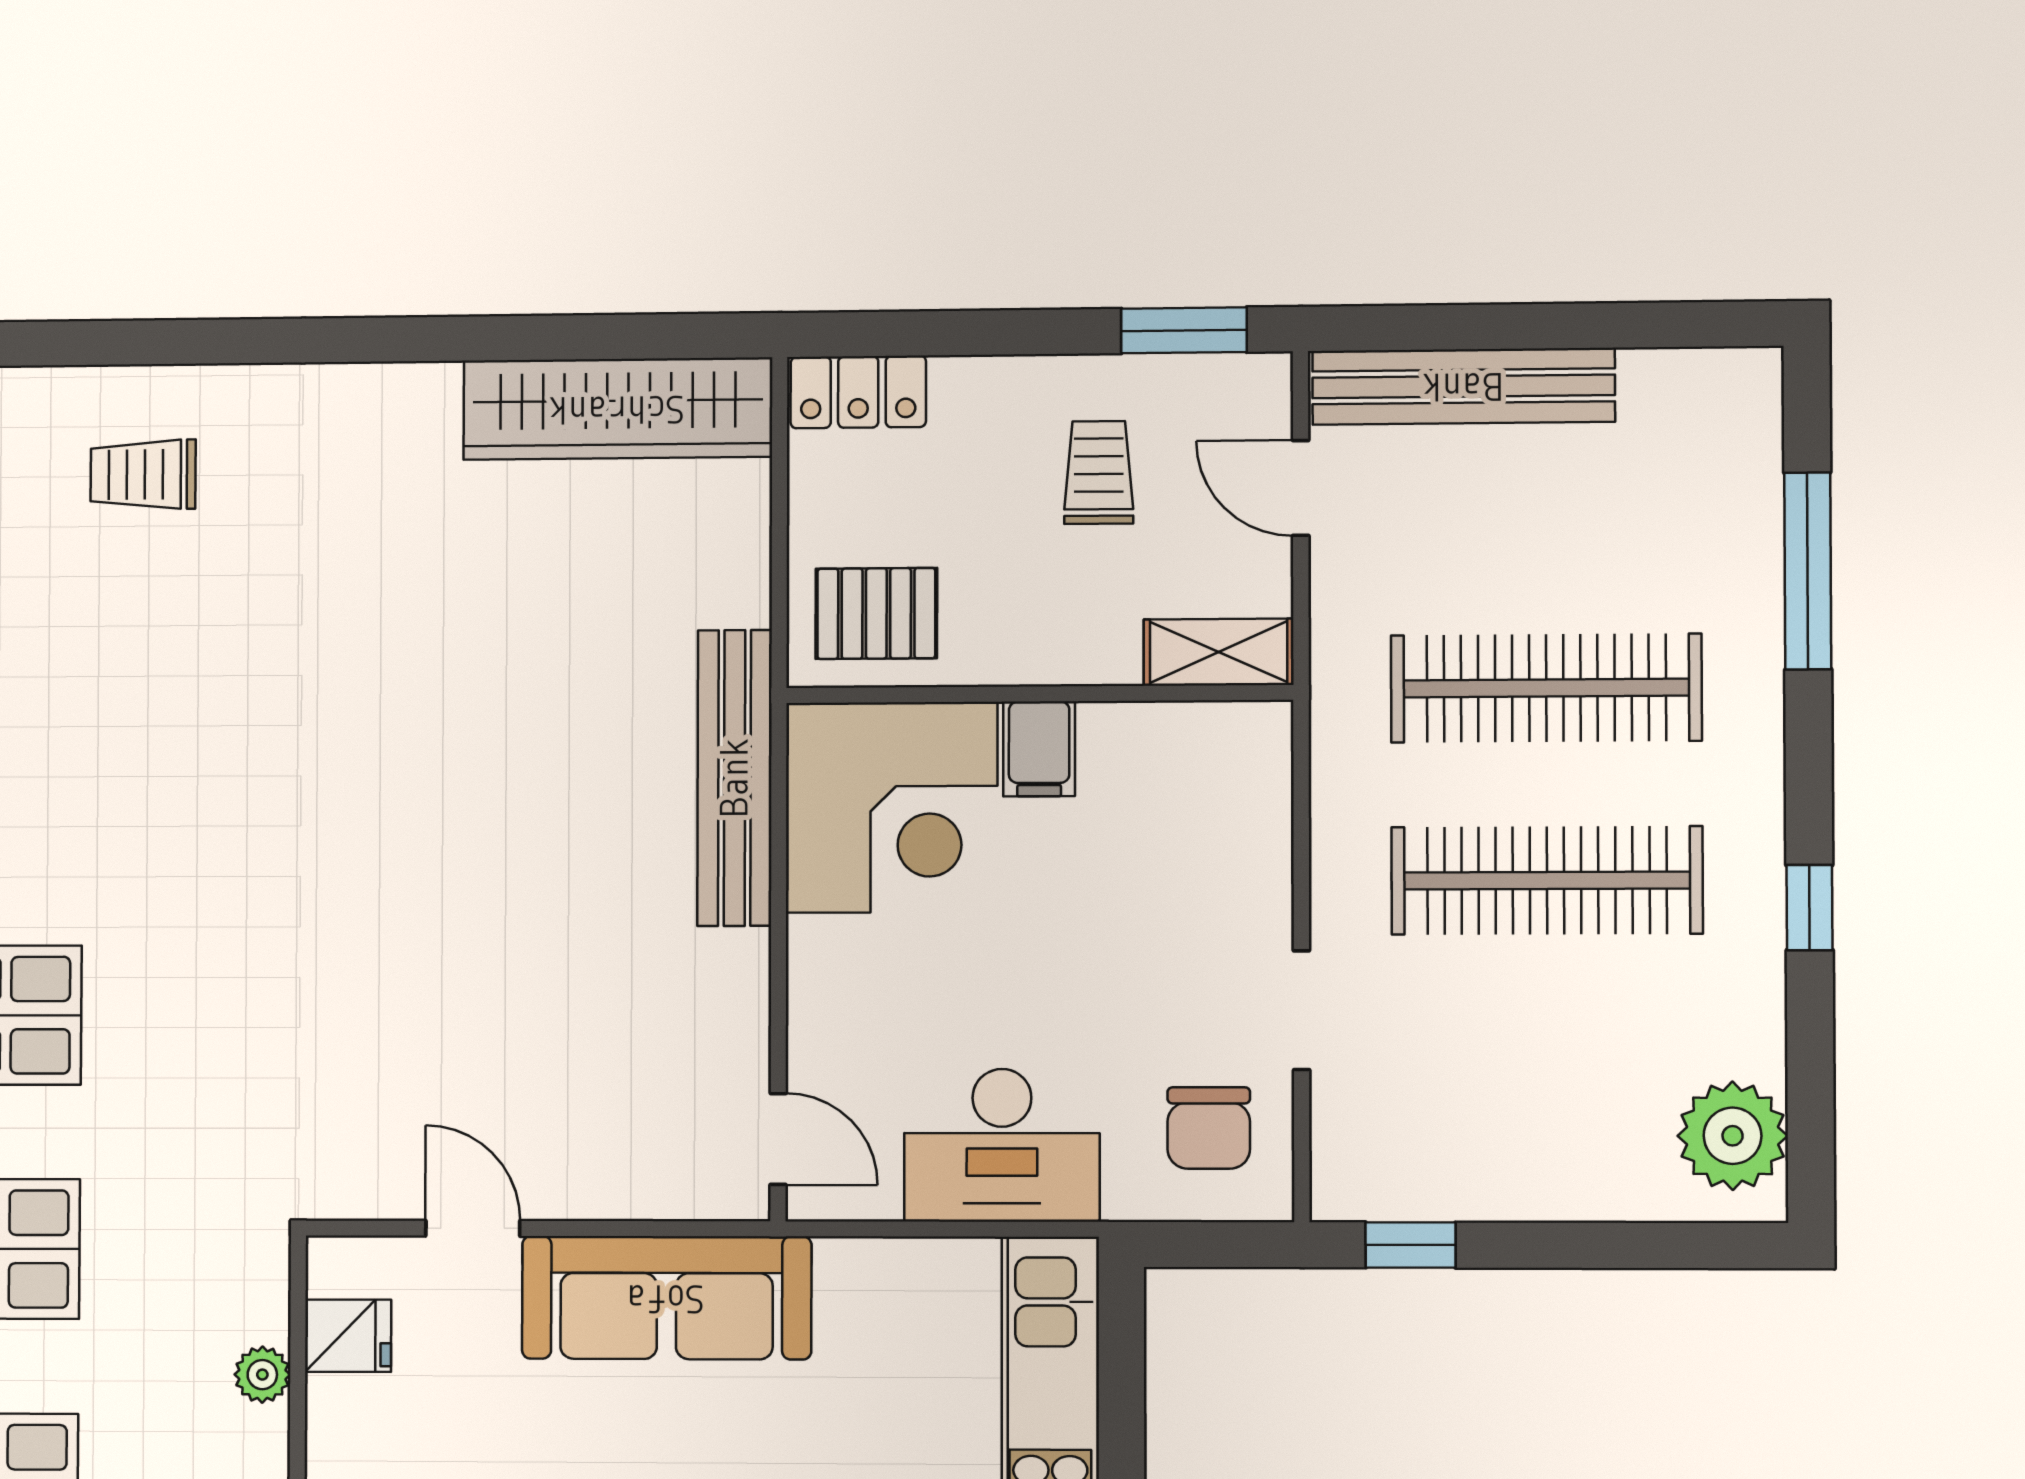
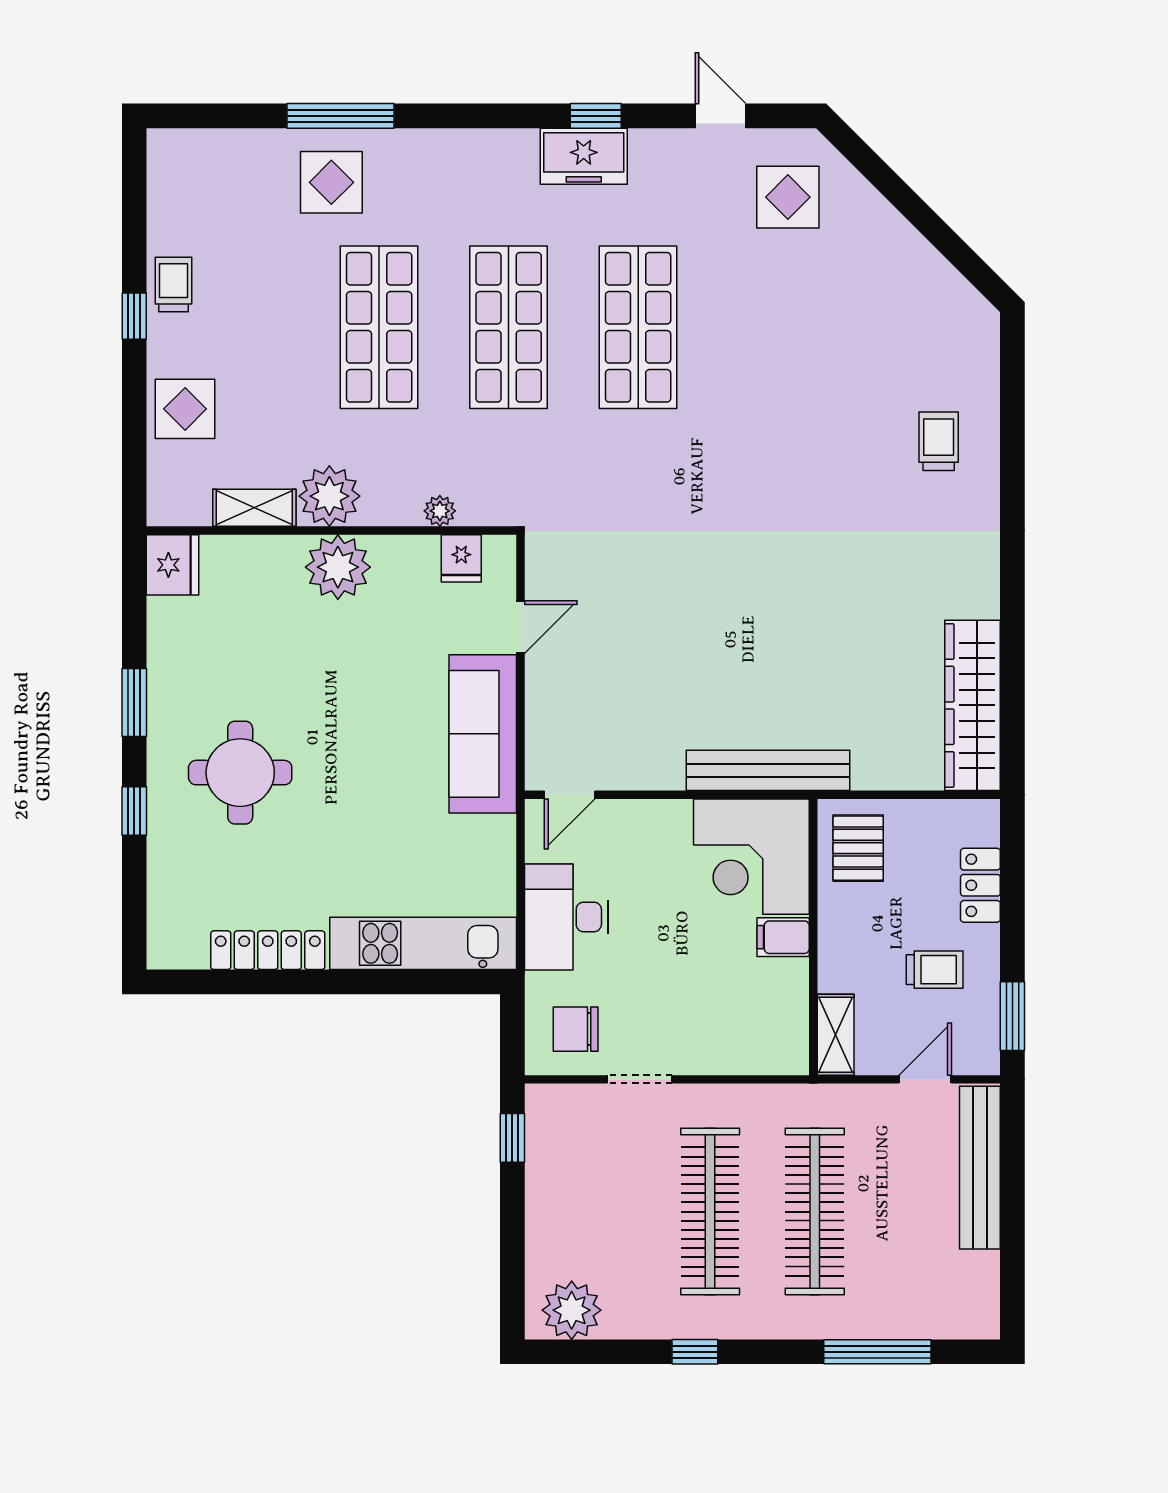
locker: (858, 392) -> (980, 885), moved

